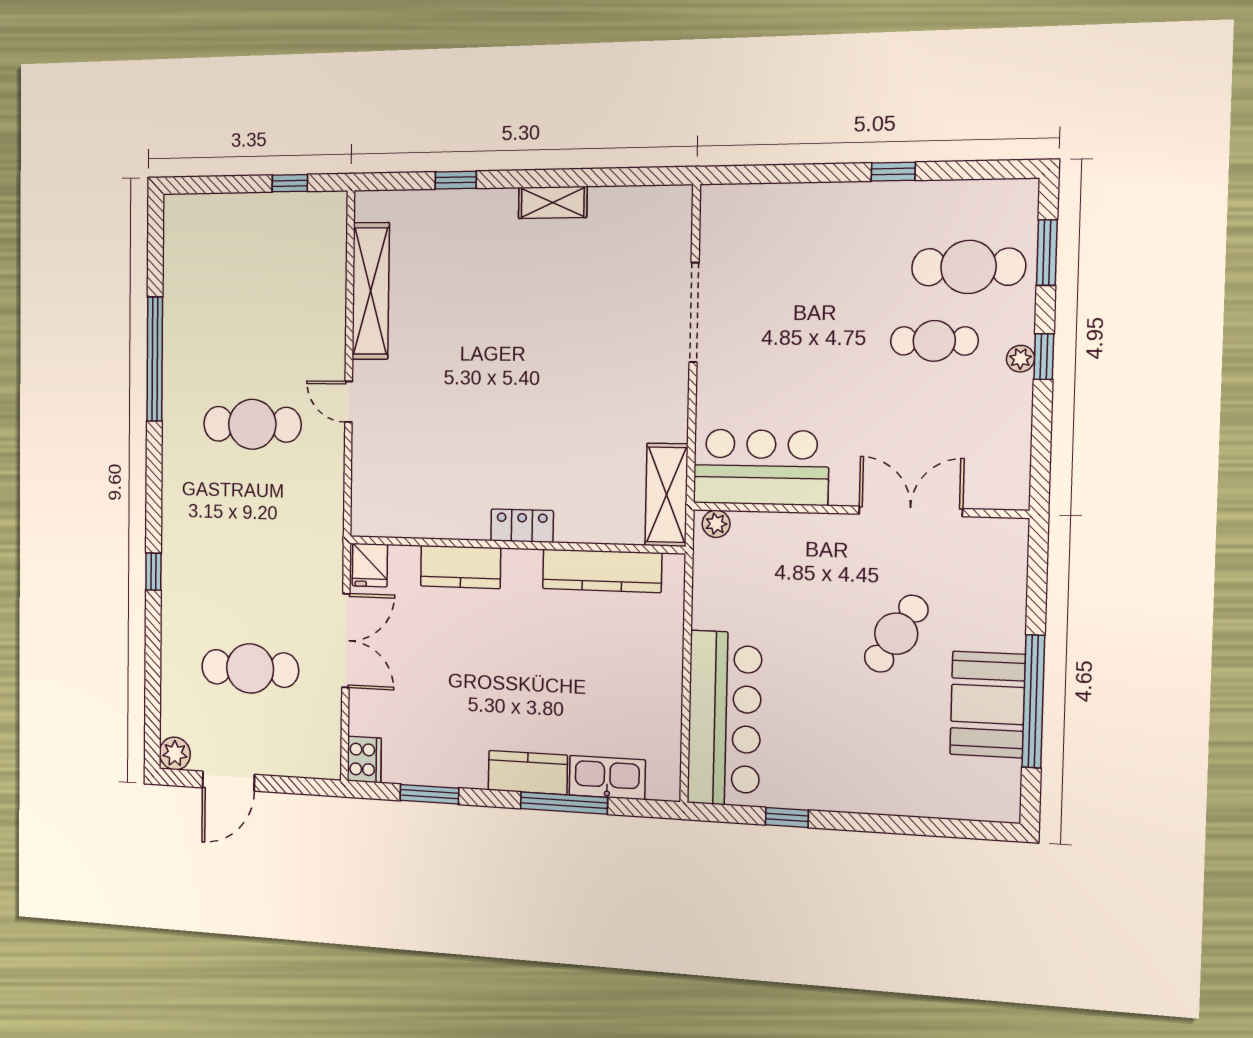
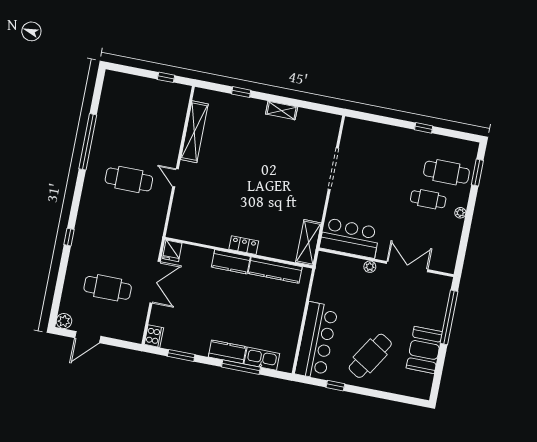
window: (1044, 357) -> (469, 214), removed
plant: (716, 524) -> (370, 267), moved
kitchen counter: (461, 567) -> (231, 262), moved
cafe table: (896, 634) -> (370, 356), moved, width x1.37, depth x1.35
window: (1033, 701) -> (449, 317), moved

